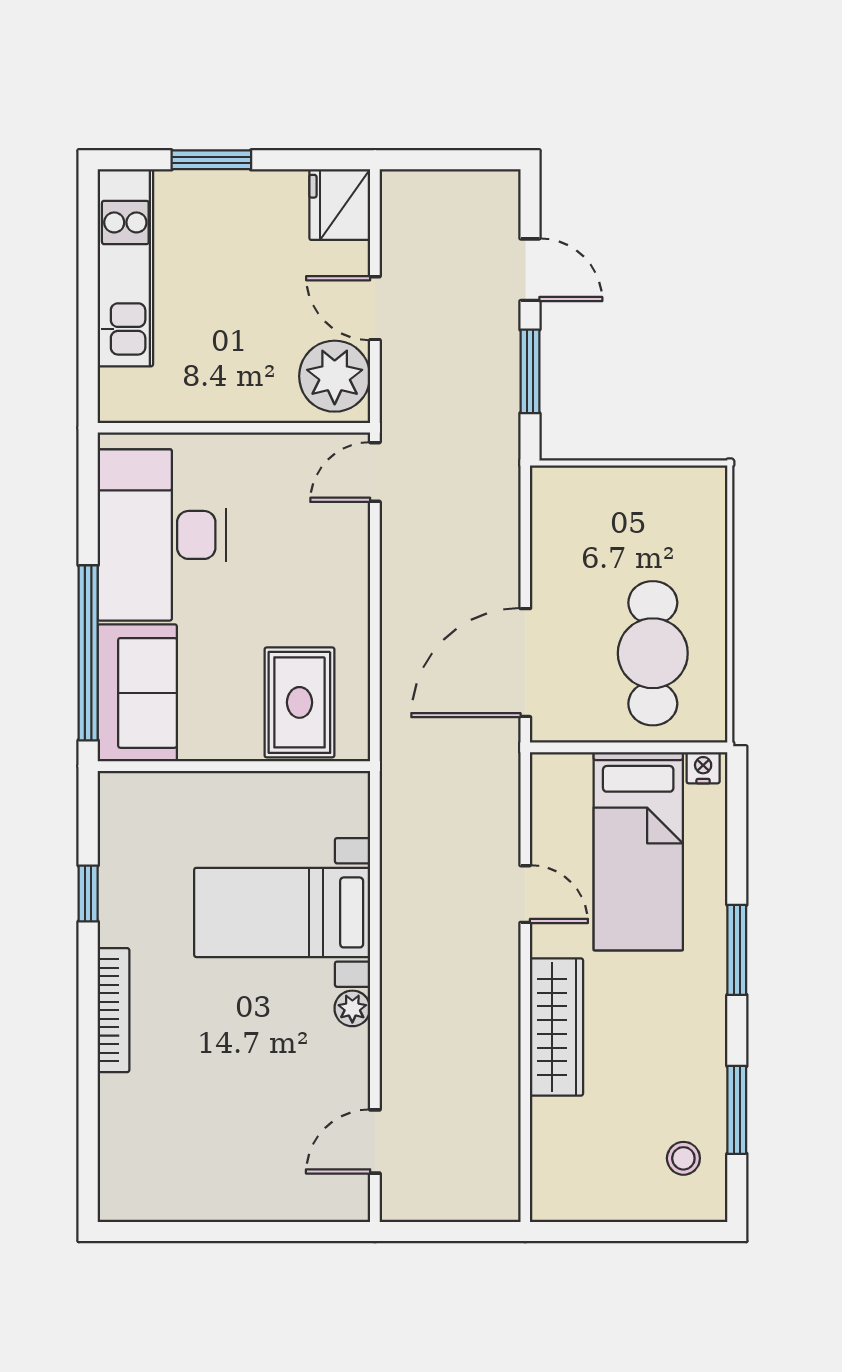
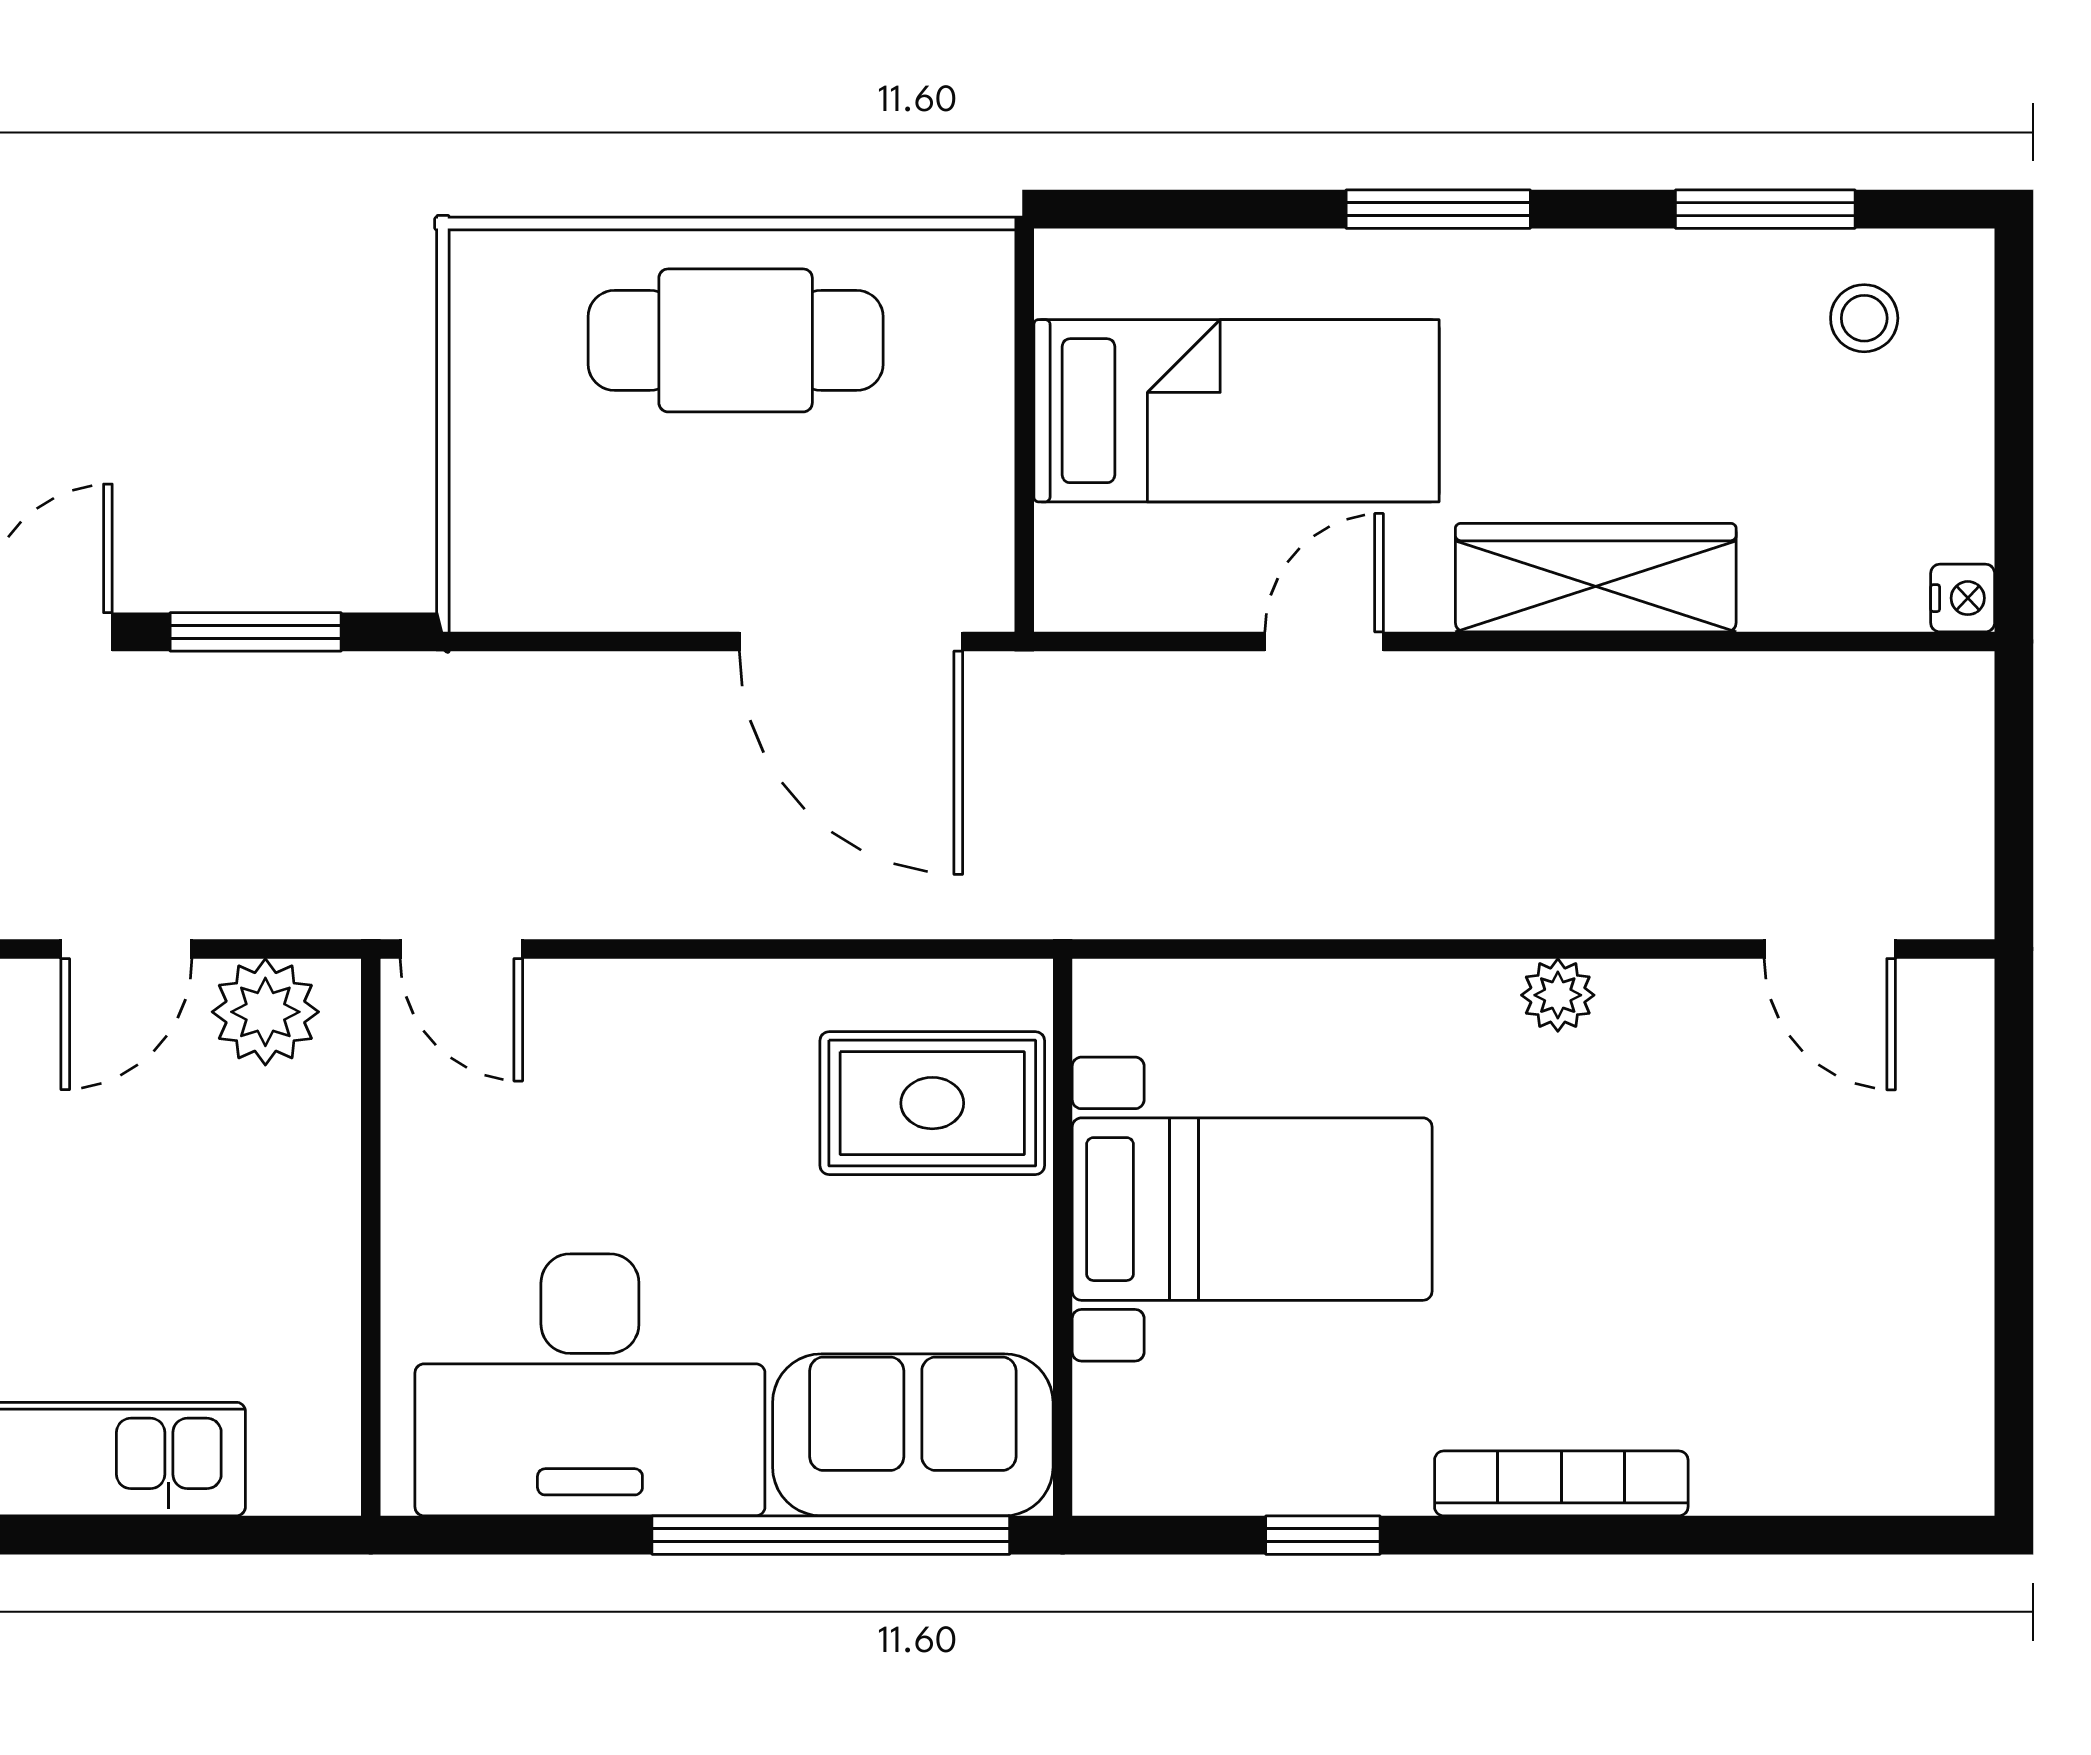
plant: (335, 376) -> (265, 1012), width x0.73, depth x0.73
cafe table: (653, 653) -> (736, 340), moved
nightstand: (703, 768) -> (1963, 598), moved, turned 180
bed with nightstands: (282, 912) -> (1252, 1209), moved, turned -90

